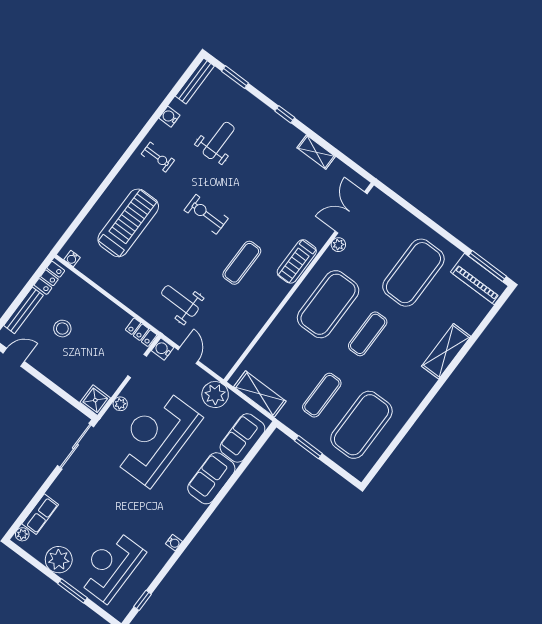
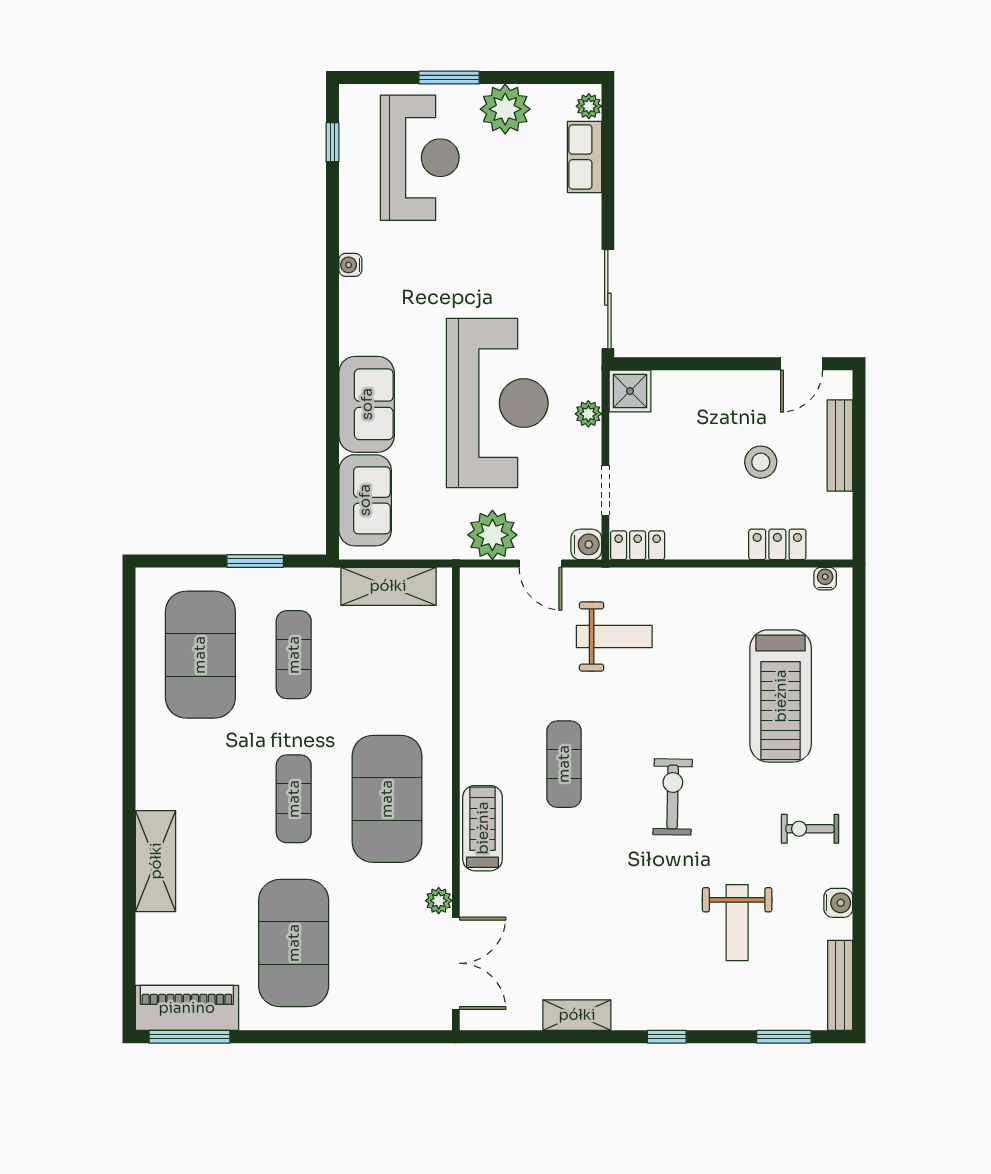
exercise bike: (206, 214) -> (673, 797), turned -89
locker: (49, 278) -> (777, 544), moved, turned 90
plant: (215, 395) -> (492, 535), moved

